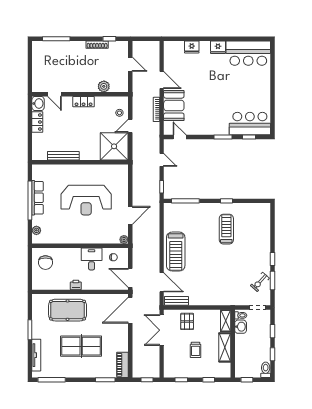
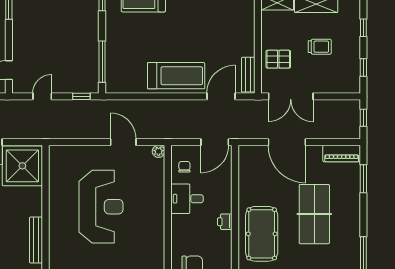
door: (130, 310) -> (287, 142), moved

